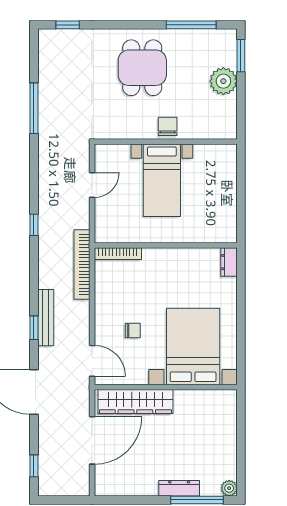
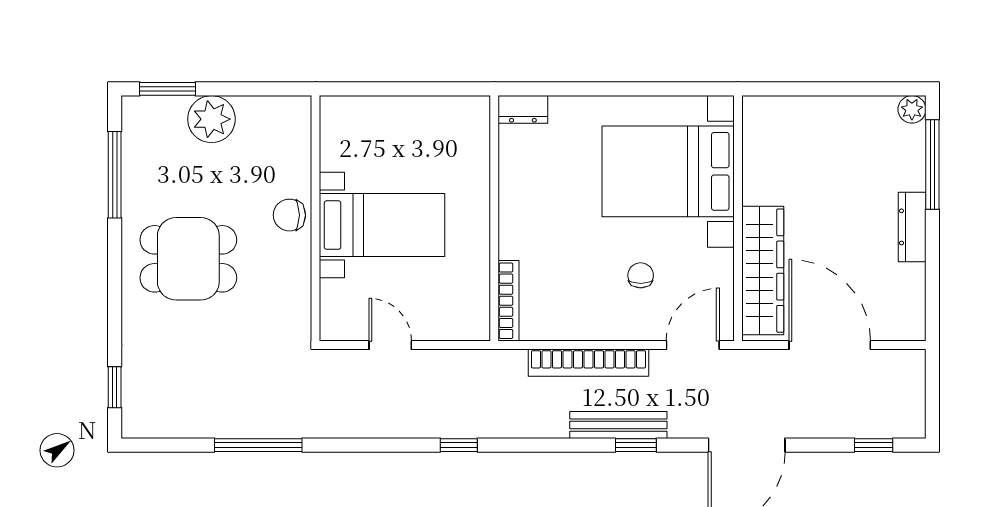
bookcase: (82, 265) -> (588, 363), moved
dresser: (179, 488) -> (912, 227), moved

